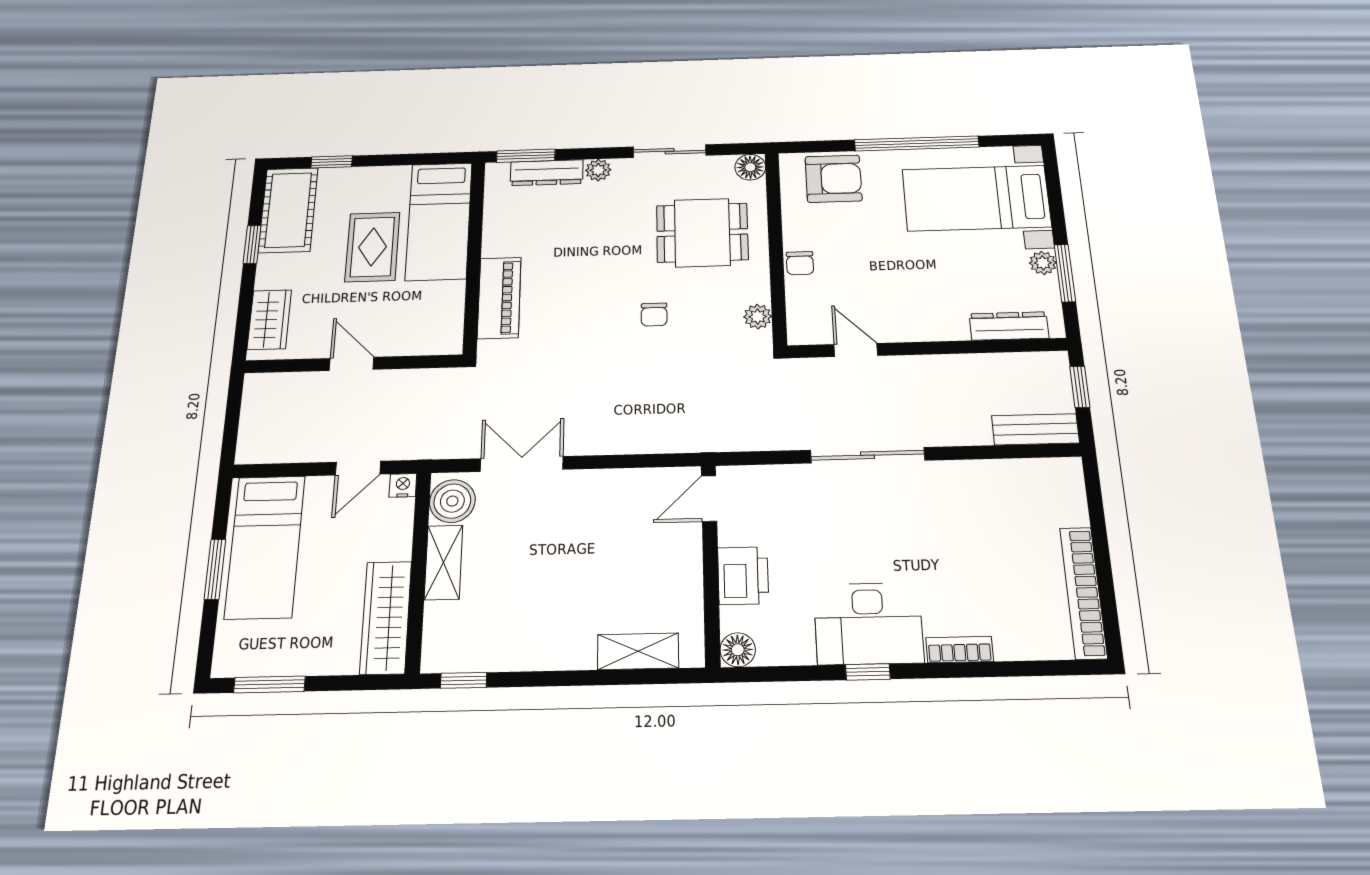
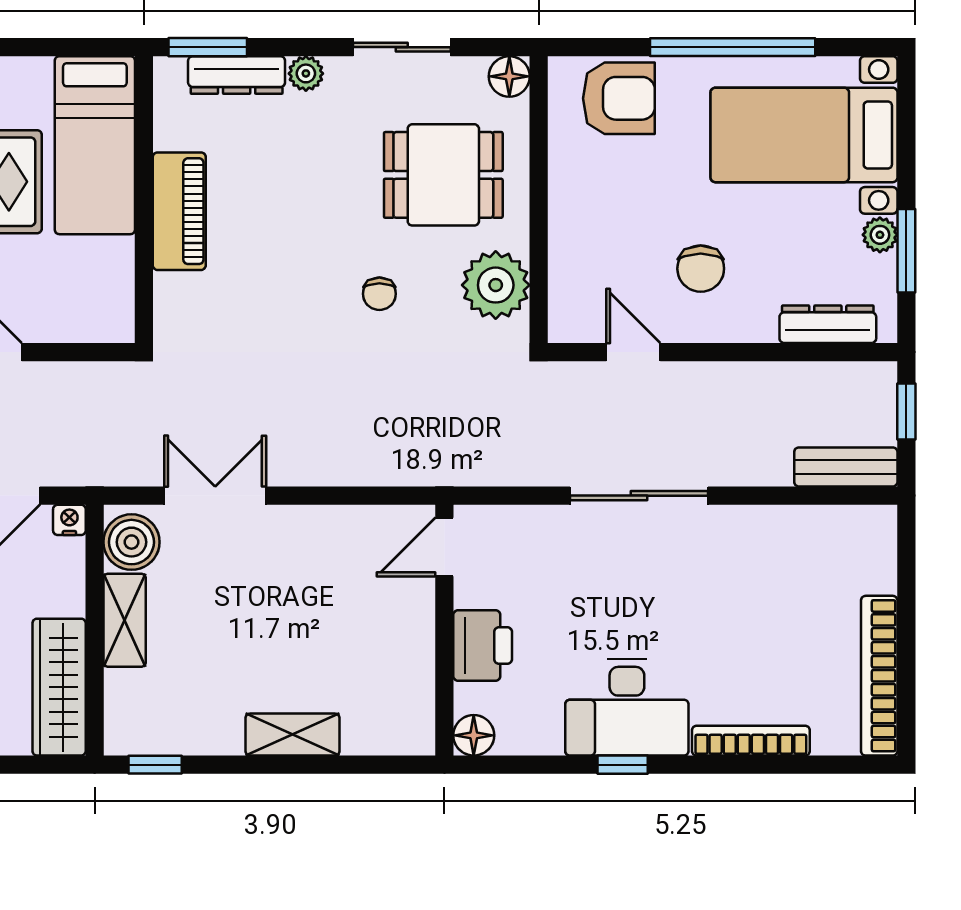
chair: (800, 263) -> (701, 269), moved, width x1.37, depth x1.37
piano: (499, 298) -> (179, 211), moved
plant: (758, 317) -> (496, 285), width x1.88, depth x1.88
bookcase: (960, 649) -> (751, 741), width x1.56
shelving: (638, 651) -> (292, 735), moved

